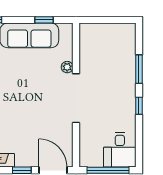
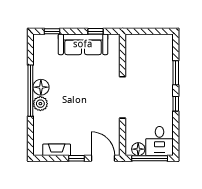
plant: (67, 67) -> (115, 71), removed
floor lamp: (95, 159) -> (138, 149), added

